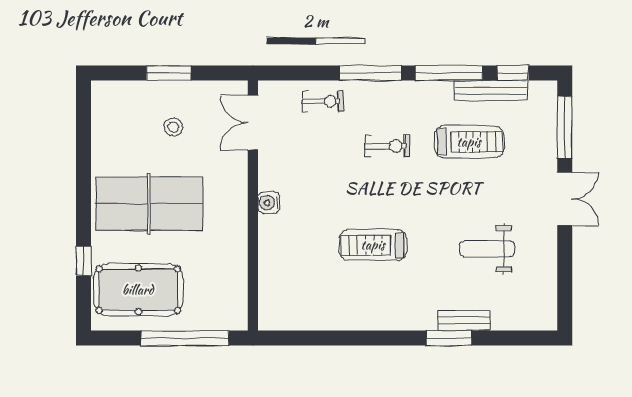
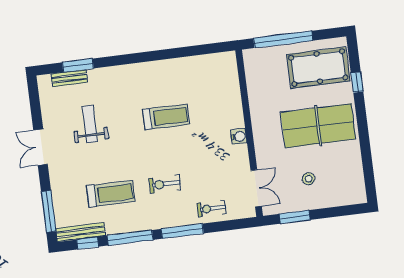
window: (169, 73) -> (295, 217), moved
bench: (491, 90) -> (81, 232), moved
treadmill: (469, 142) -> (111, 194), turned 180
double door: (565, 199) -> (40, 147), moved
weight bench: (487, 249) -> (90, 124), turned -90
bench: (464, 321) -> (69, 78), moved
window: (449, 338) -> (78, 65), moved

